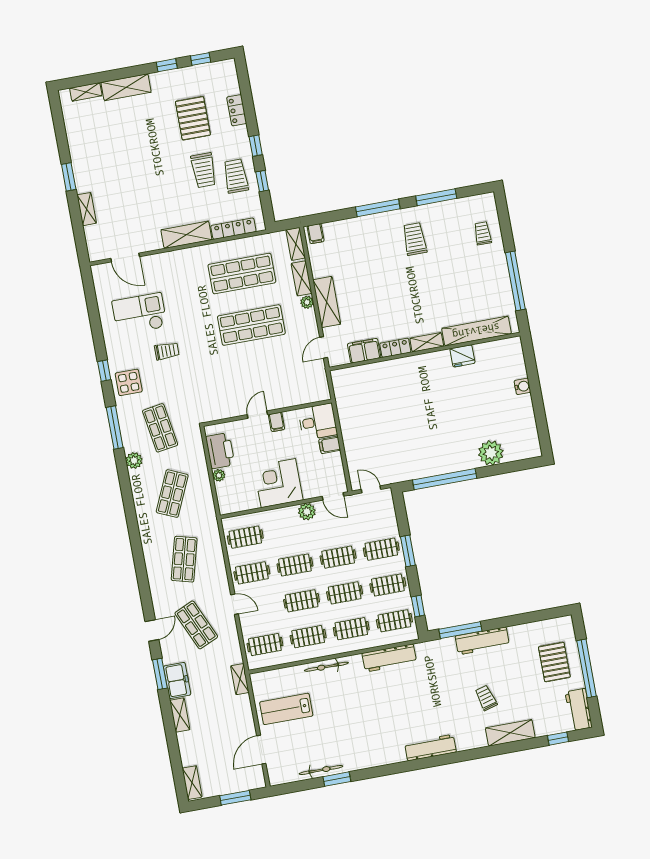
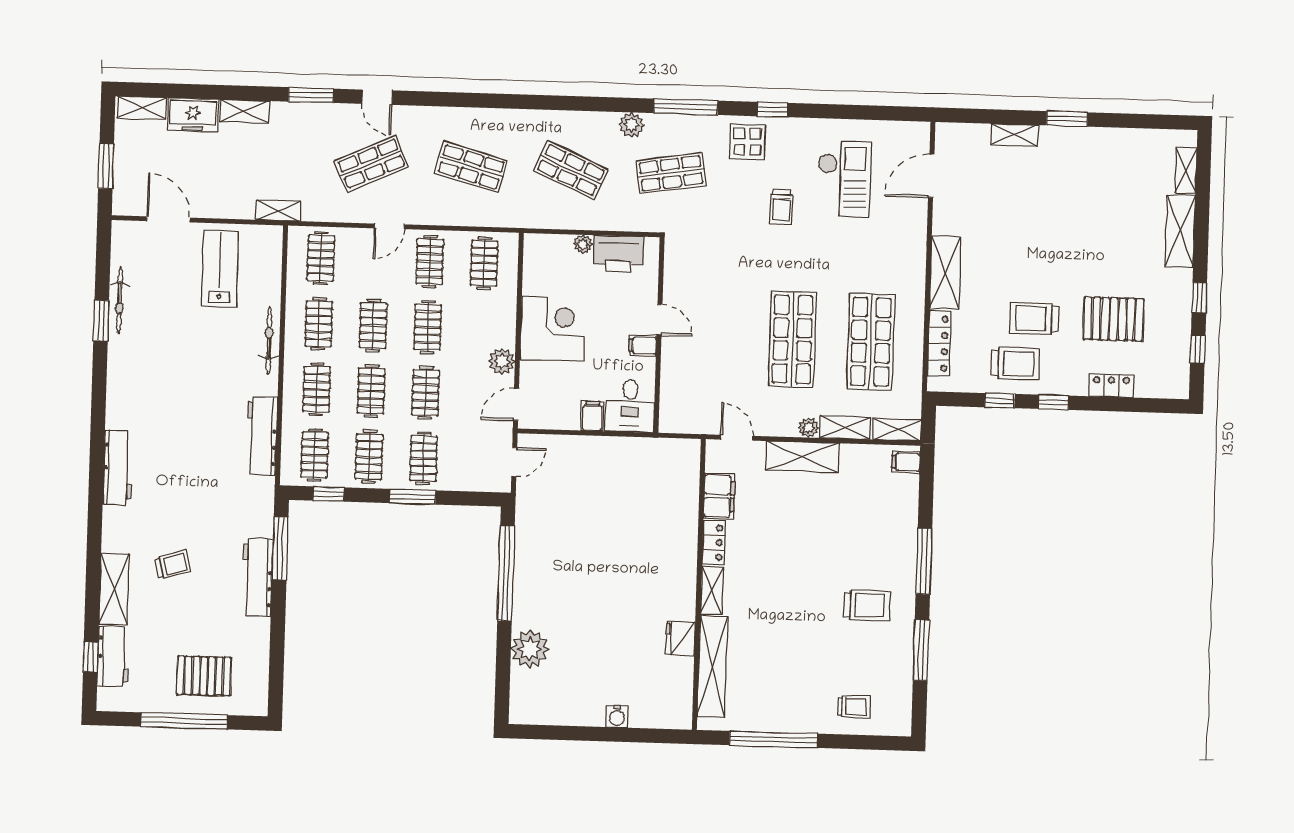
freezer: (177, 680) -> (193, 115), moved
workbench: (579, 710) -> (113, 656), moved, turned 90

